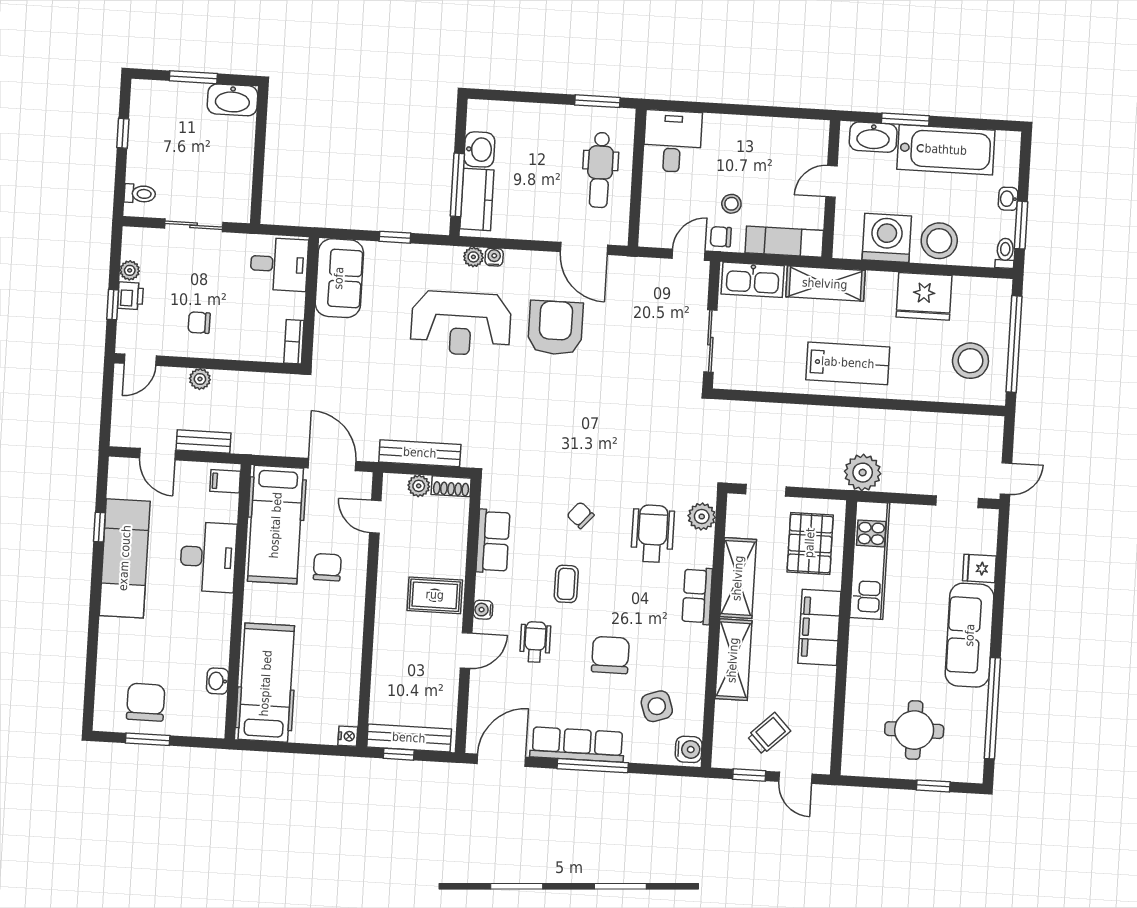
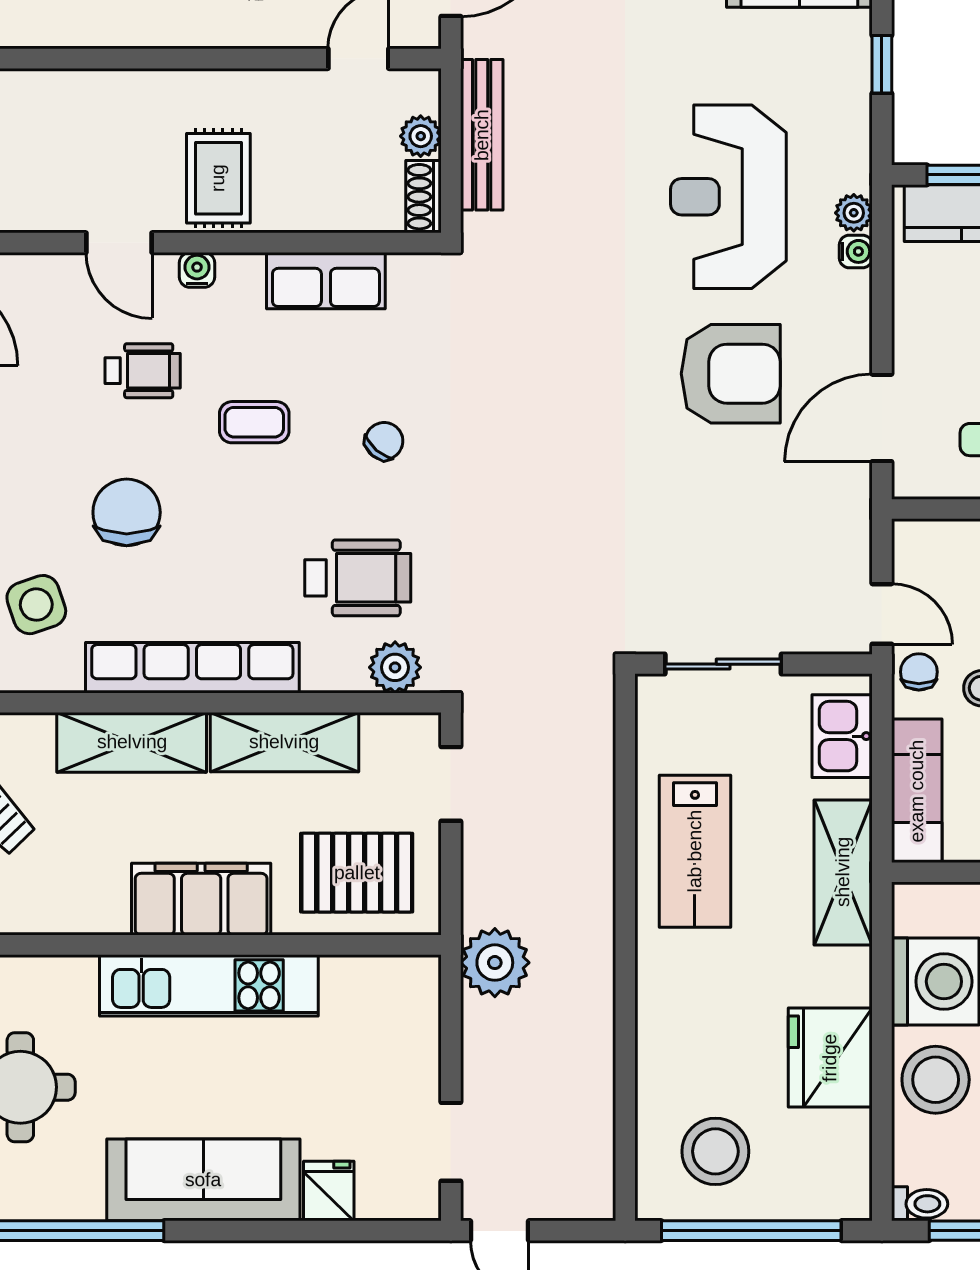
kitchen sink: (753, 280) -> (842, 736), width x0.73
lab bench: (848, 363) -> (695, 851), moved
kitchen unit: (870, 560) -> (209, 985), moved
row of seats: (697, 596) -> (192, 668), width x2.02
chair: (610, 655) -> (127, 512), turned -90

